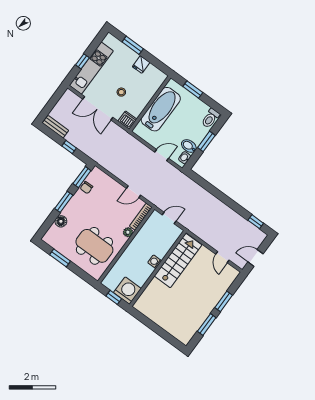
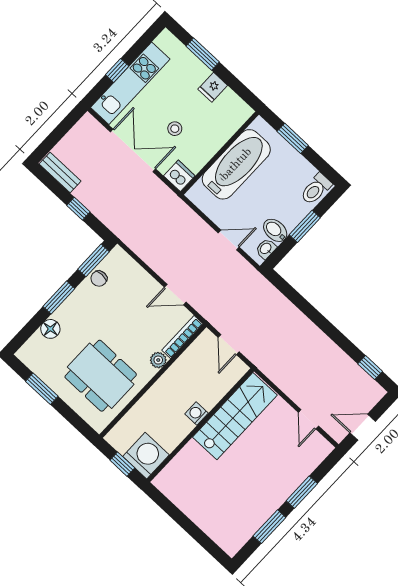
double door: (98, 108) -> (133, 150), swing flipped
door: (169, 218) -> (229, 345), swing flipped

